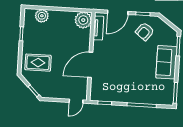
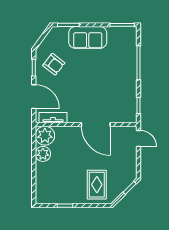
plant: (42, 16) -> (43, 154), moved

